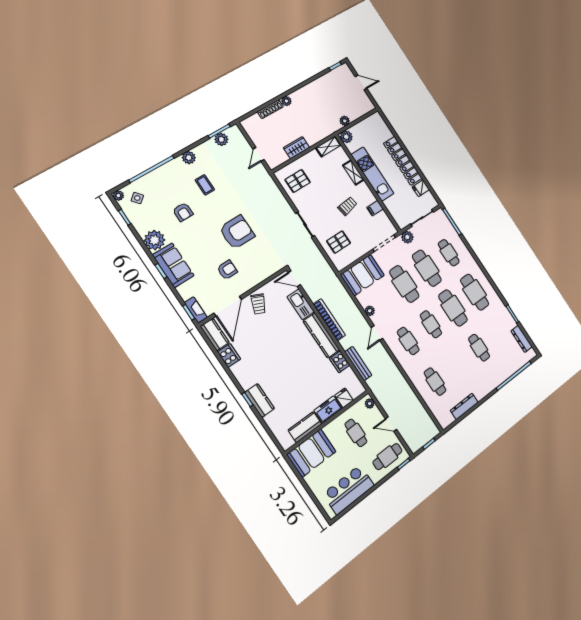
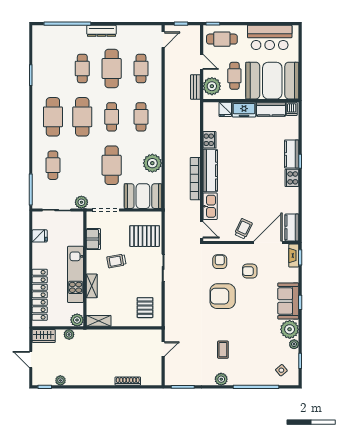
plant: (286, 101) -> (60, 380), moved
plant: (221, 139) -> (185, 379), removed
wardrobe: (296, 148) -> (44, 336), moved
locker: (403, 161) -> (40, 295), moved
pallet: (298, 181) -> (145, 308), turned 90
plant: (118, 195) -> (294, 344), moved
filing cabinet: (375, 208) -> (93, 239), width x2.00
armchair: (183, 212) -> (220, 262), moved
pallet: (339, 242) -> (145, 236), width x1.50, depth x1.42
cafe table: (427, 268) -> (112, 68), moved
plant: (370, 311) -> (152, 163), width x1.87, depth x1.87
door: (377, 333) -> (163, 40), moved
dresser: (522, 339) -> (38, 49), removed
cooker: (229, 356) -> (292, 178), moved
bench: (358, 364) -> (195, 87), moved, width x0.73
plant: (370, 403) -> (212, 86), width x1.87, depth x1.87
dresser: (464, 406) -> (102, 31), moved
dishwasher: (287, 441) -> (292, 109), added
booth: (311, 453) -> (272, 81), width x1.36, depth x1.42

